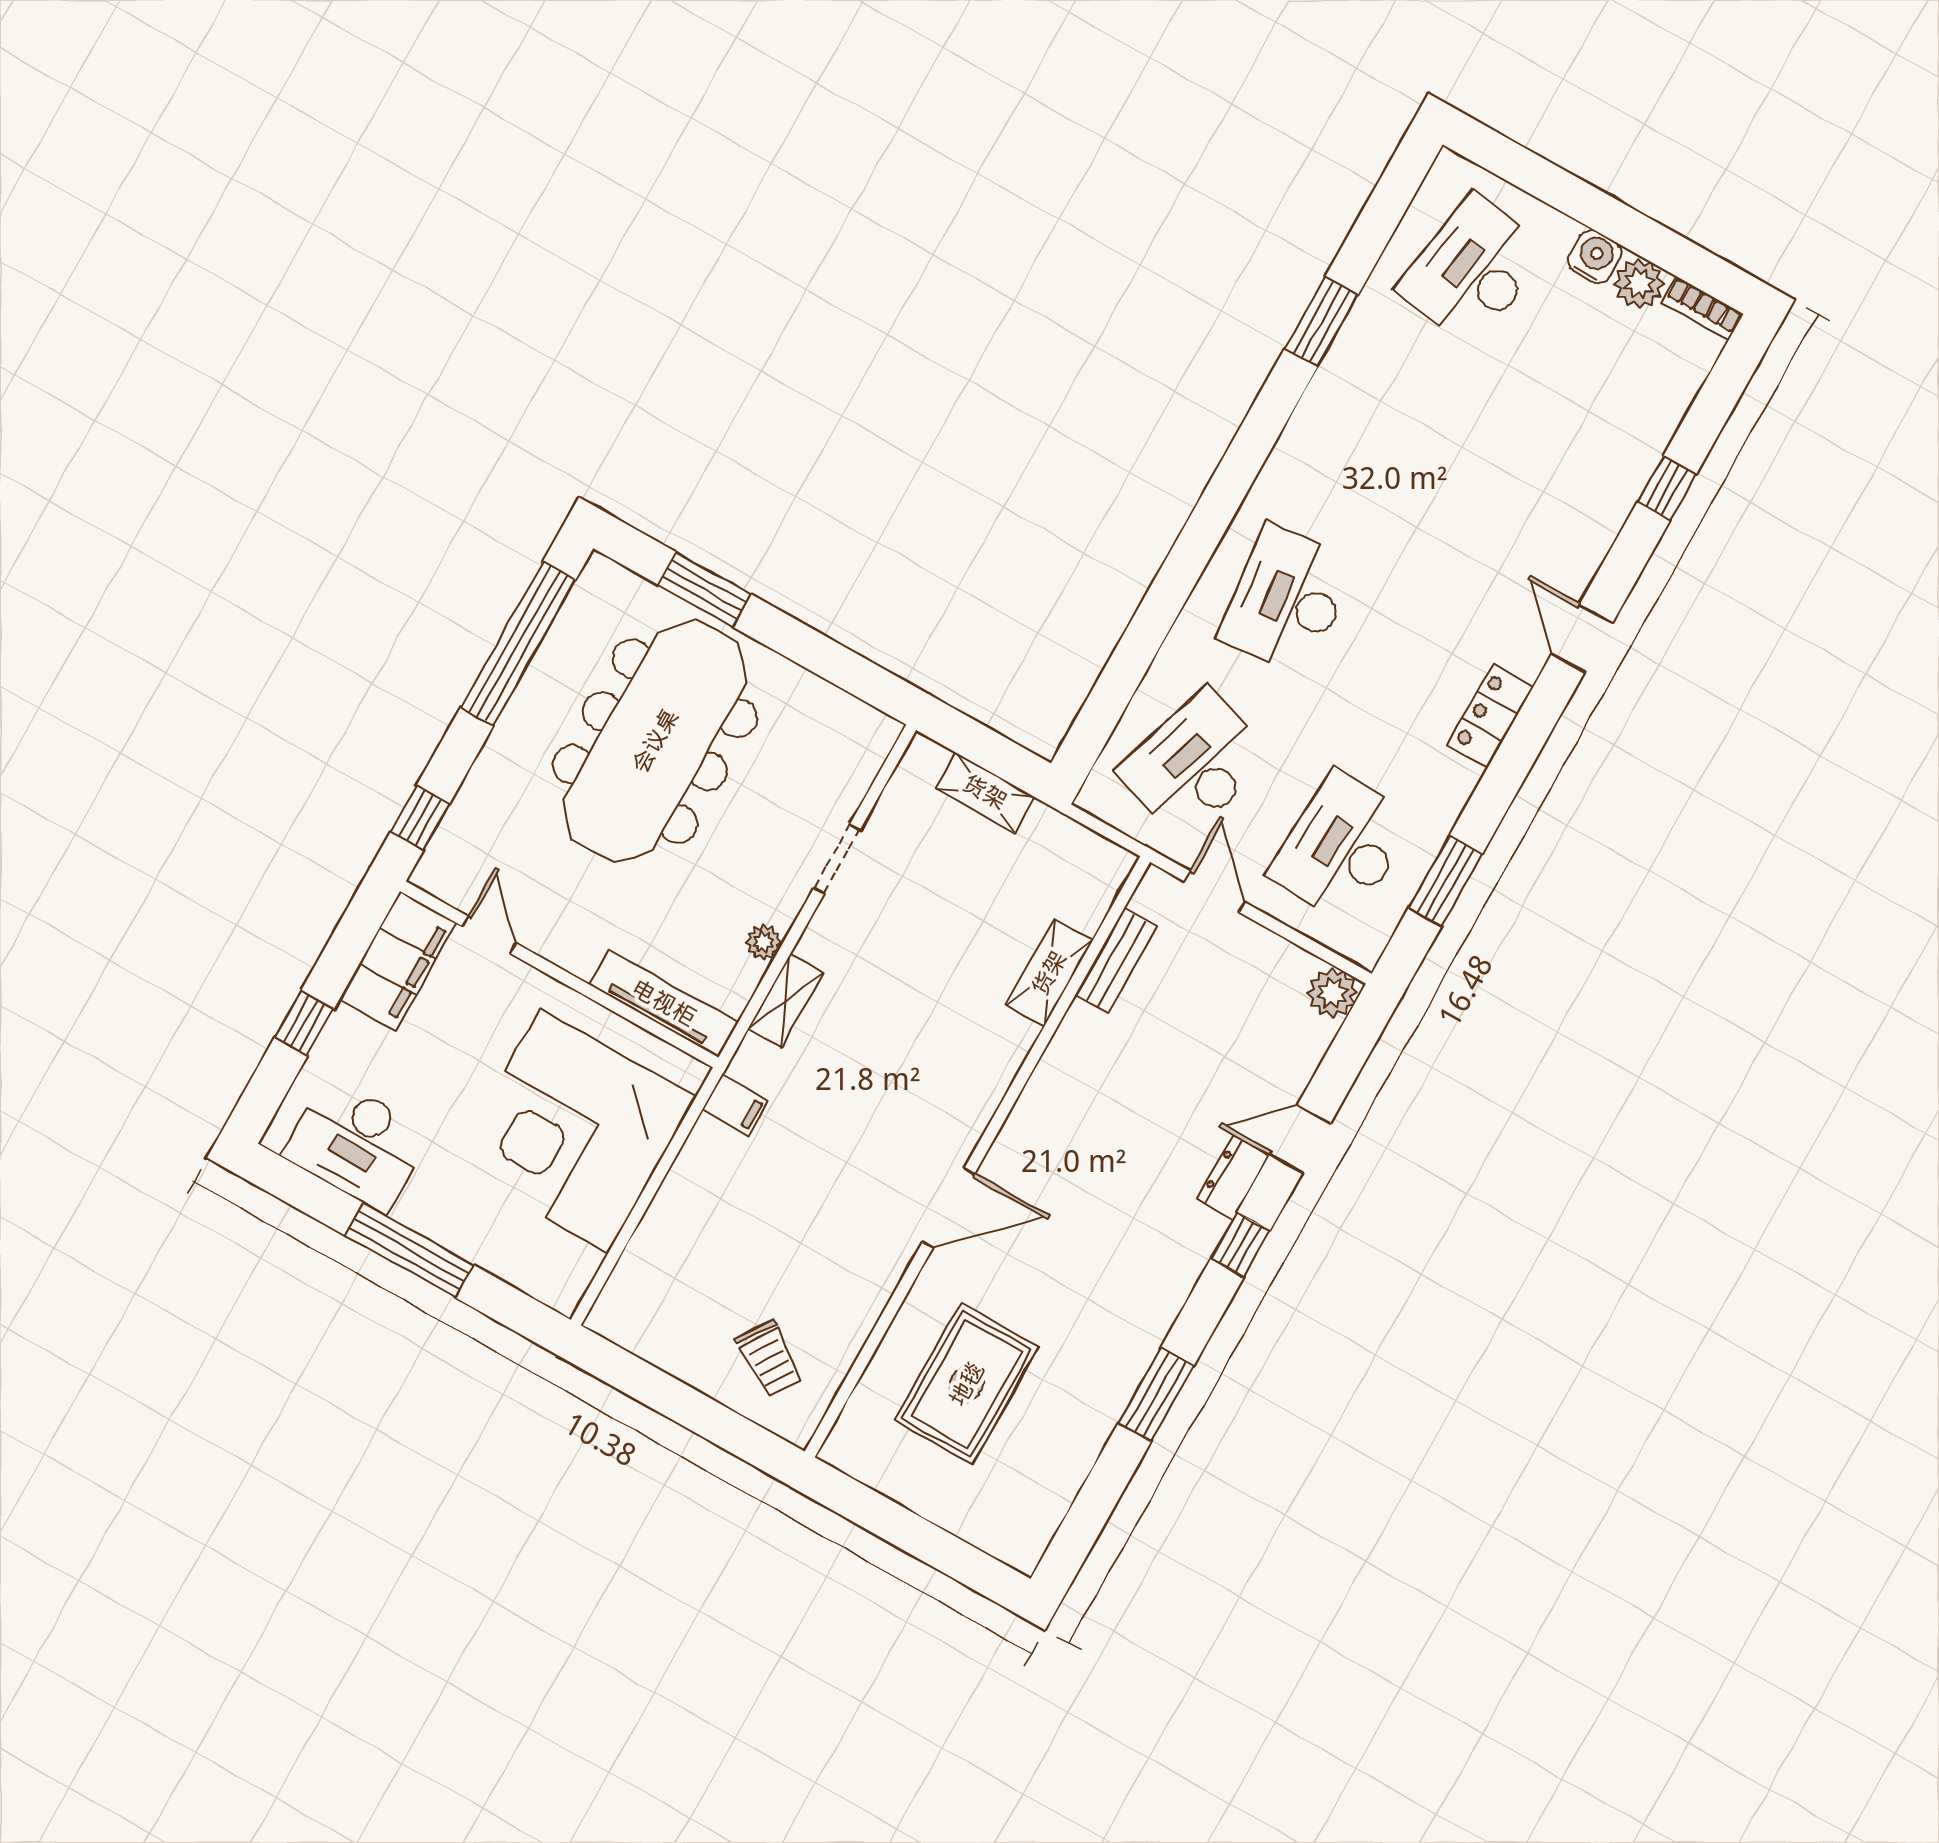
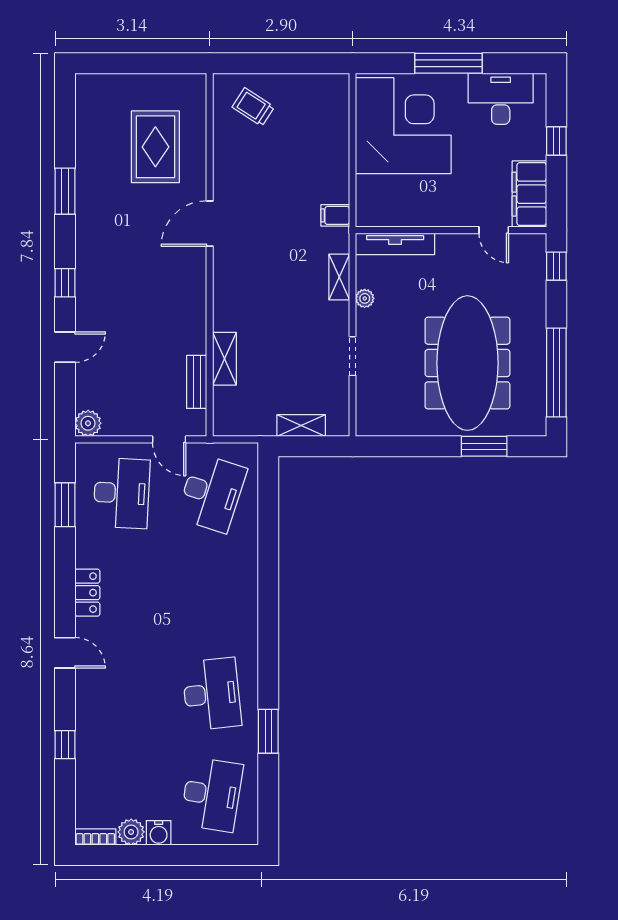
desk: (1287, 600) -> (212, 694), moved
corner desk: (574, 1131) -> (403, 126), moved
dresser: (1233, 1177) -> (86, 312), removed

